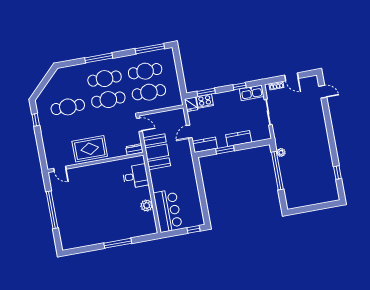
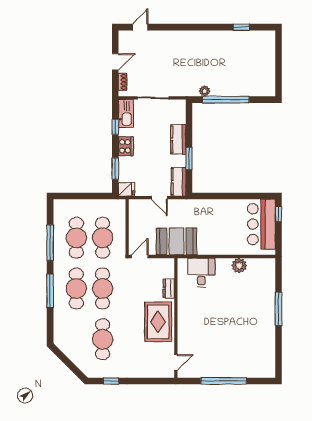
window: (150, 49) -> (50, 243), moved
cooker: (205, 101) -> (126, 146), moved
dresser: (134, 149) -> (169, 288), moved
bar counter: (168, 211) -> (261, 224), moved, turned -90

